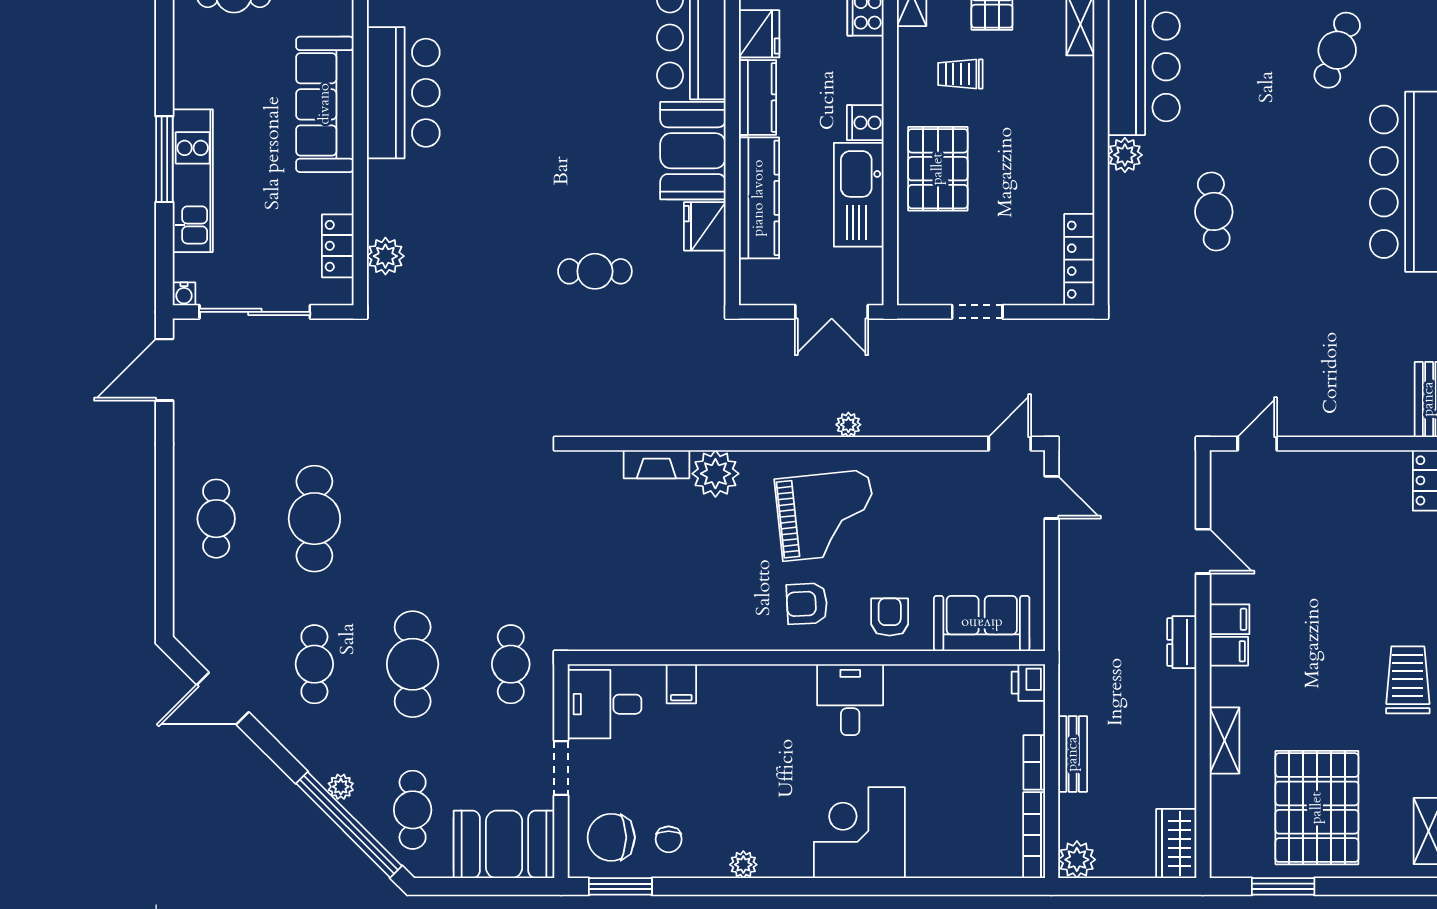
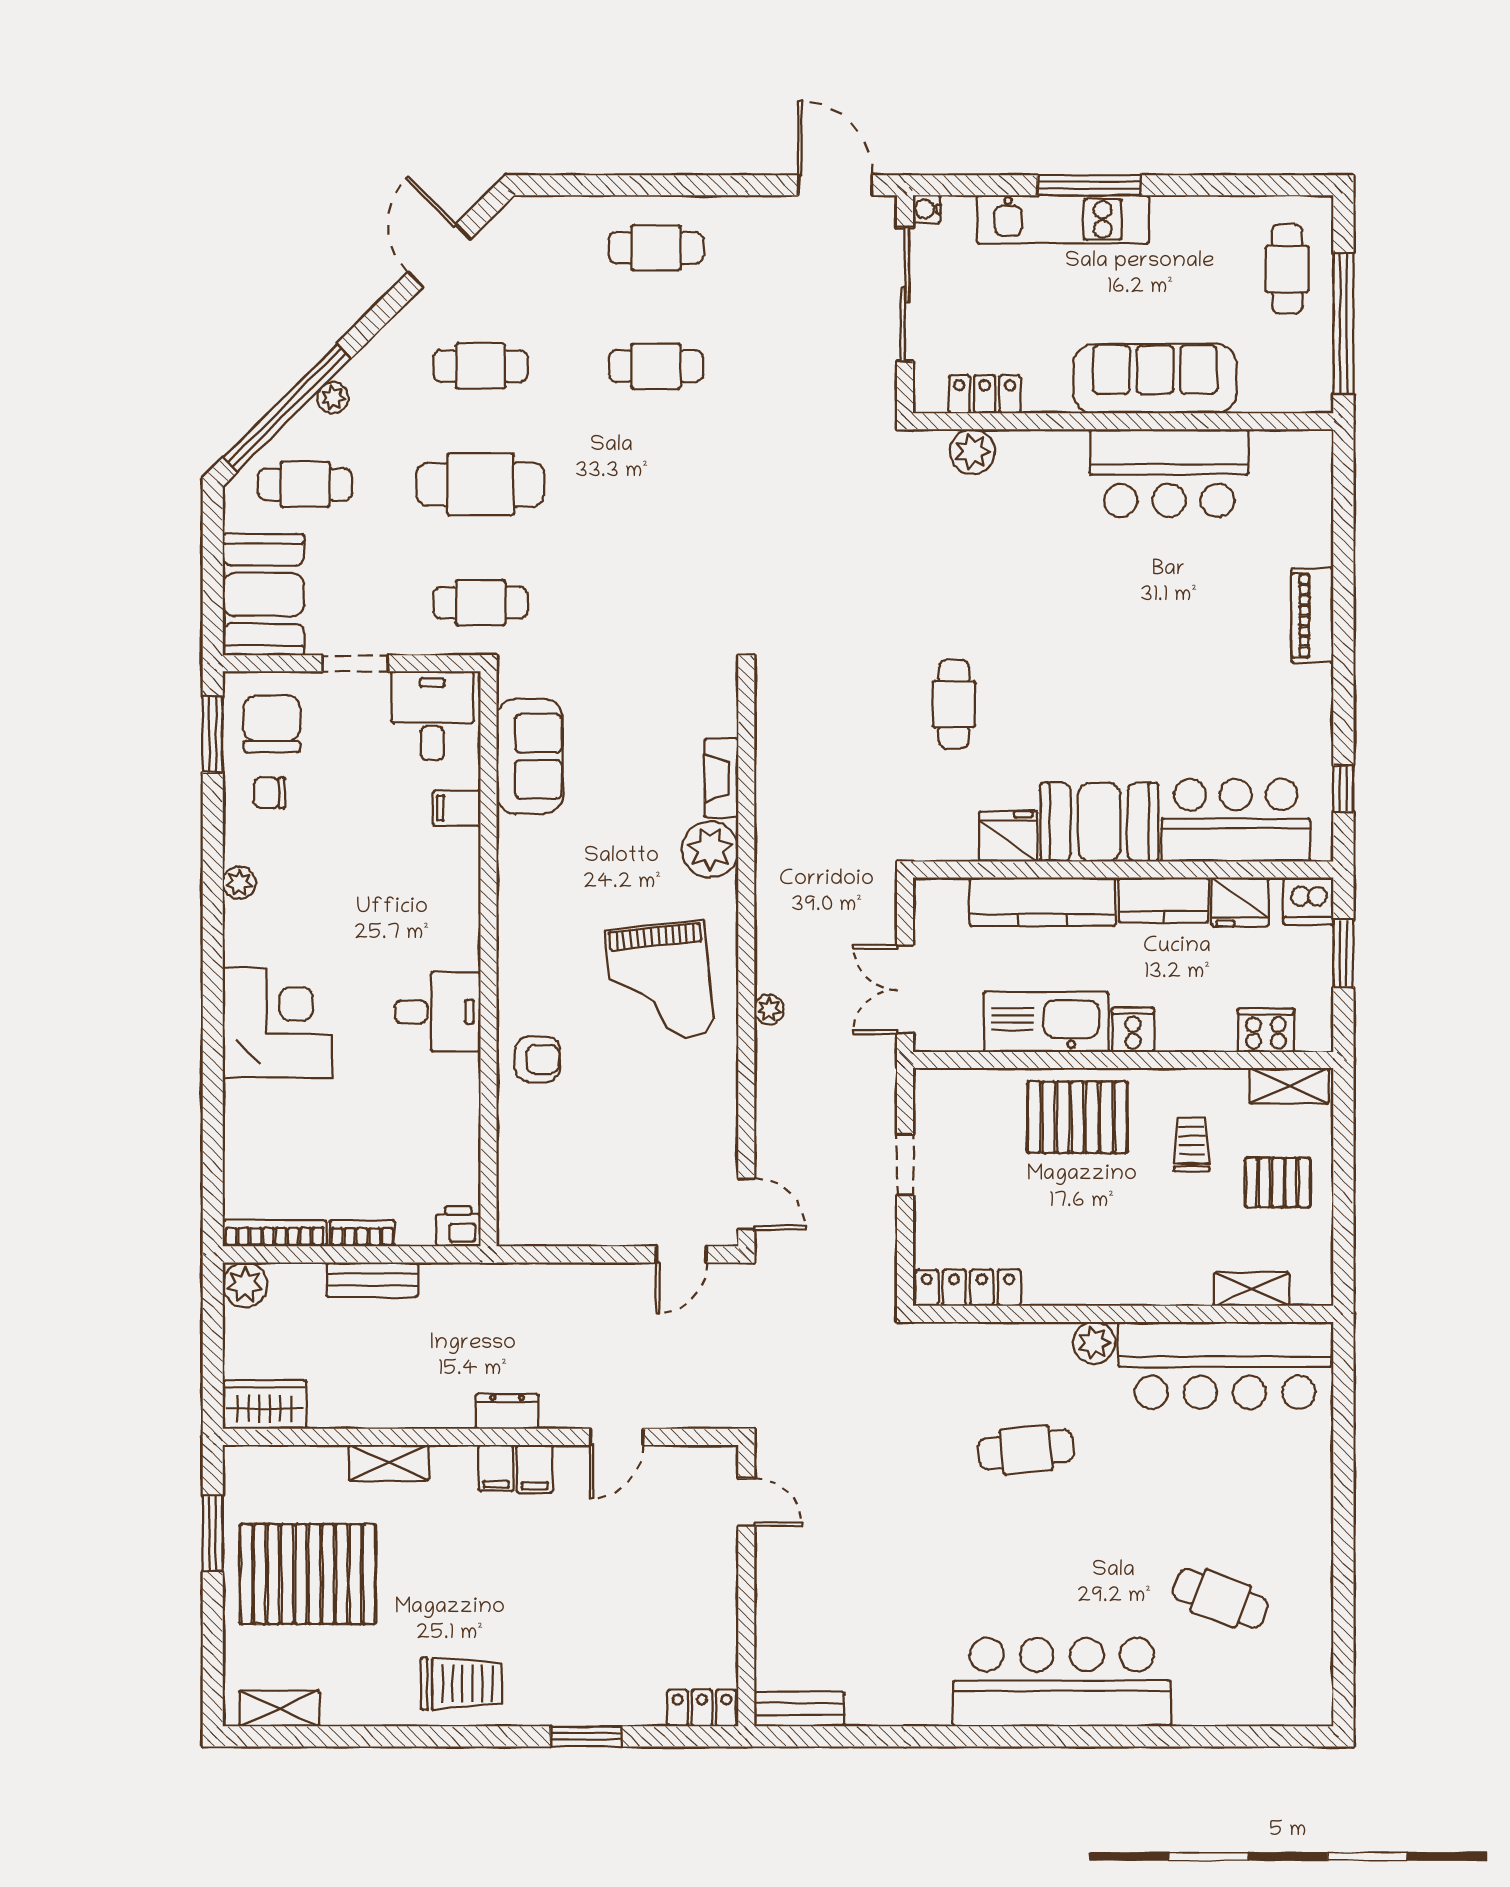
cafe table: (314, 519) -> (656, 366), width x0.73, depth x0.74
armchair: (807, 604) -> (553, 960), removed
sofa: (982, 623) -> (530, 756), moved

